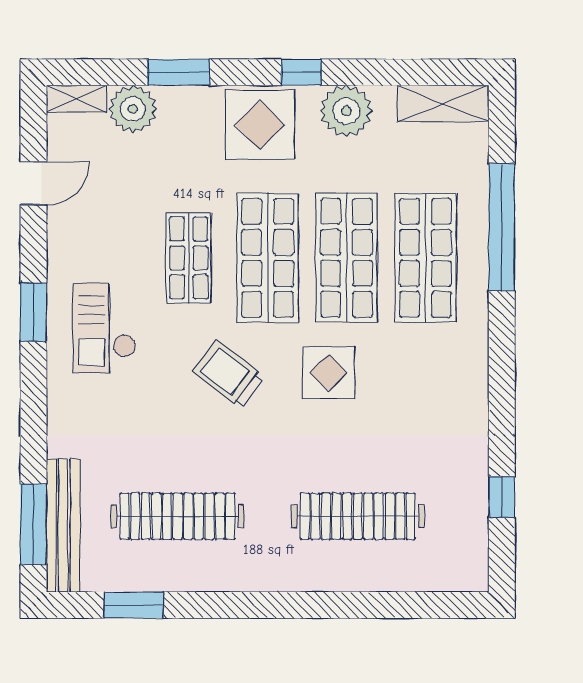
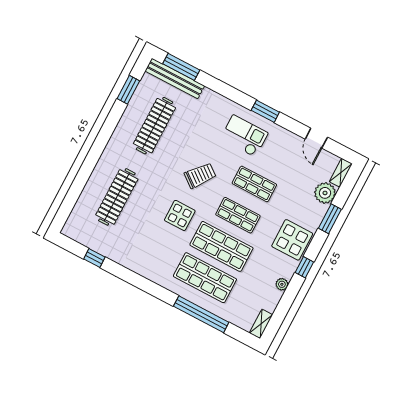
shelving: (443, 103) -> (261, 324), width x0.67, depth x0.75
plant: (346, 111) -> (282, 284), width x0.53, depth x0.53
shop shelf: (268, 258) -> (238, 215), width x0.70, depth x0.74

